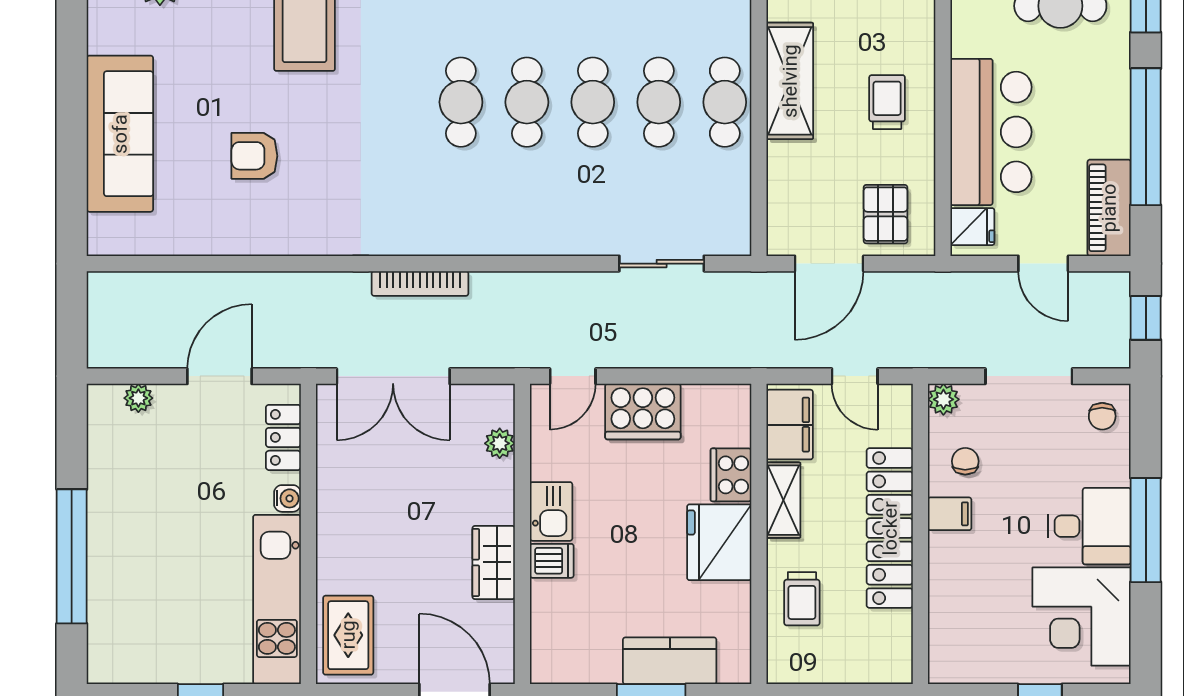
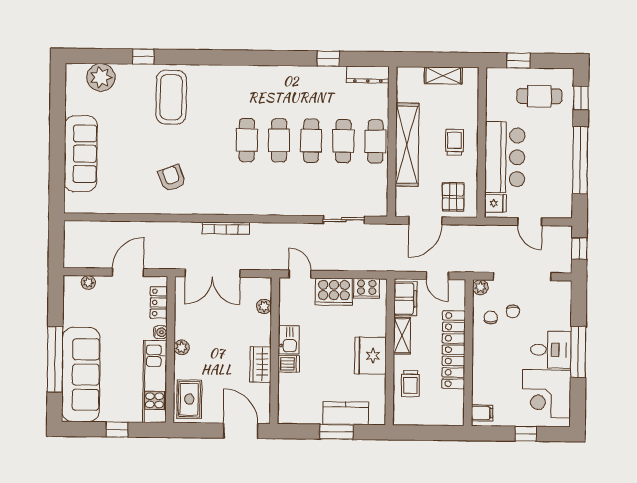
shelving: (790, 81) -> (407, 145), width x1.47
armchair: (254, 156) -> (172, 178), moved, turned 69
piano: (1109, 208) -> (562, 195), removed
door: (573, 376) -> (300, 274), swing flipped
doorway: (1029, 376) -> (522, 276), width x1.36
chair: (1102, 416) -> (513, 311), moved
cooker: (731, 475) -> (367, 288), moved, turned -90
filing cabinet: (950, 514) -> (482, 413), moved
plant: (331, 529) -> (182, 347), added
sofa: (125, 587) -> (81, 375), added

